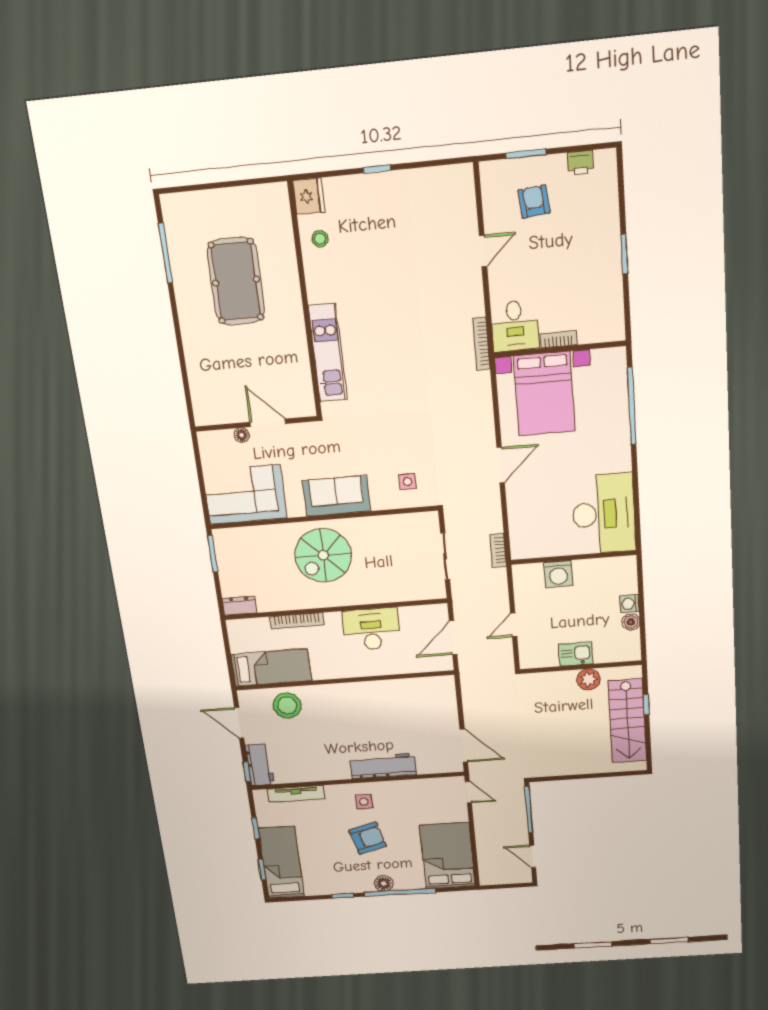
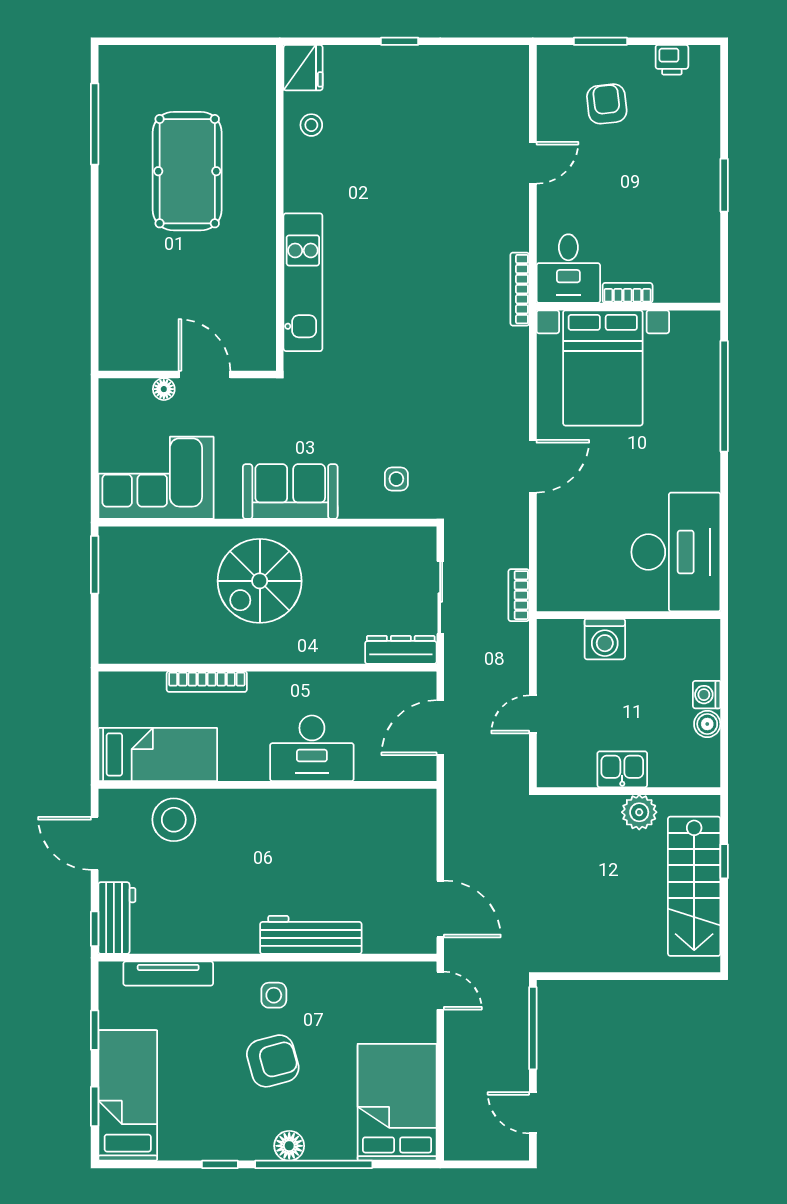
dresser: (240, 606) -> (401, 650), moved, width x1.44
desk: (371, 629) -> (312, 748), moved, turned 180

